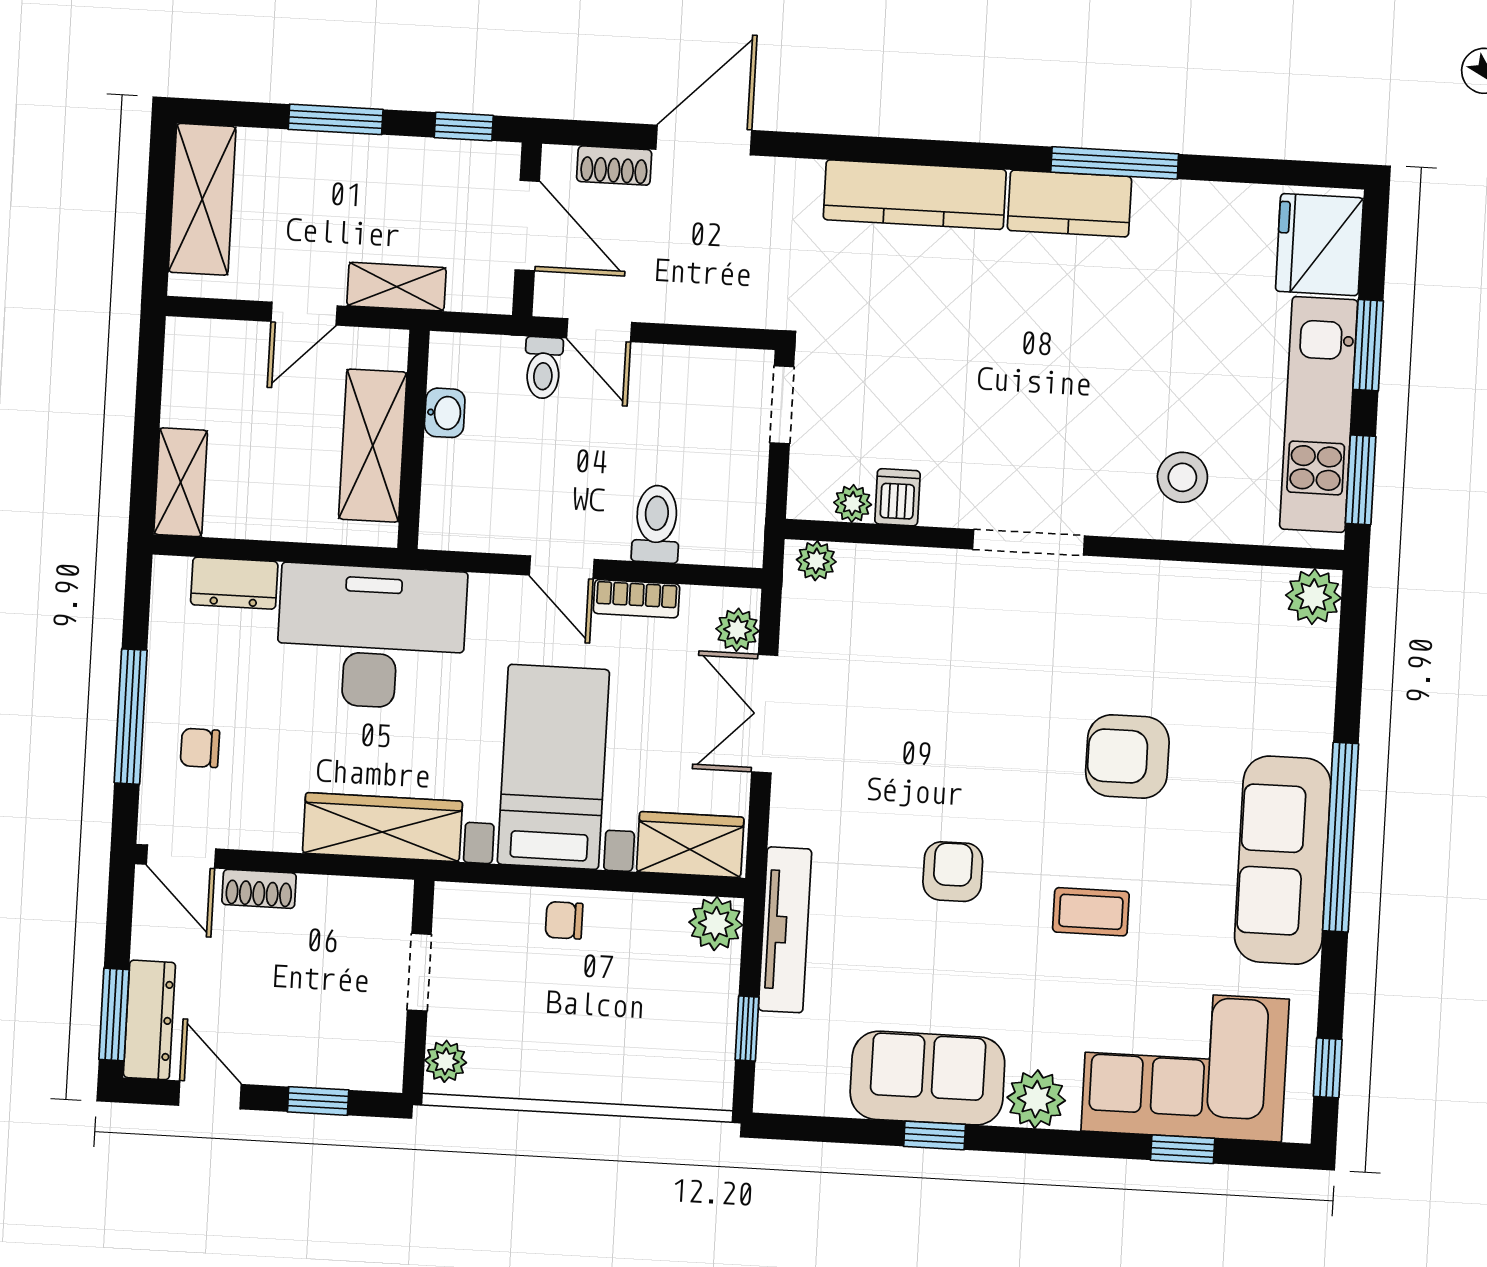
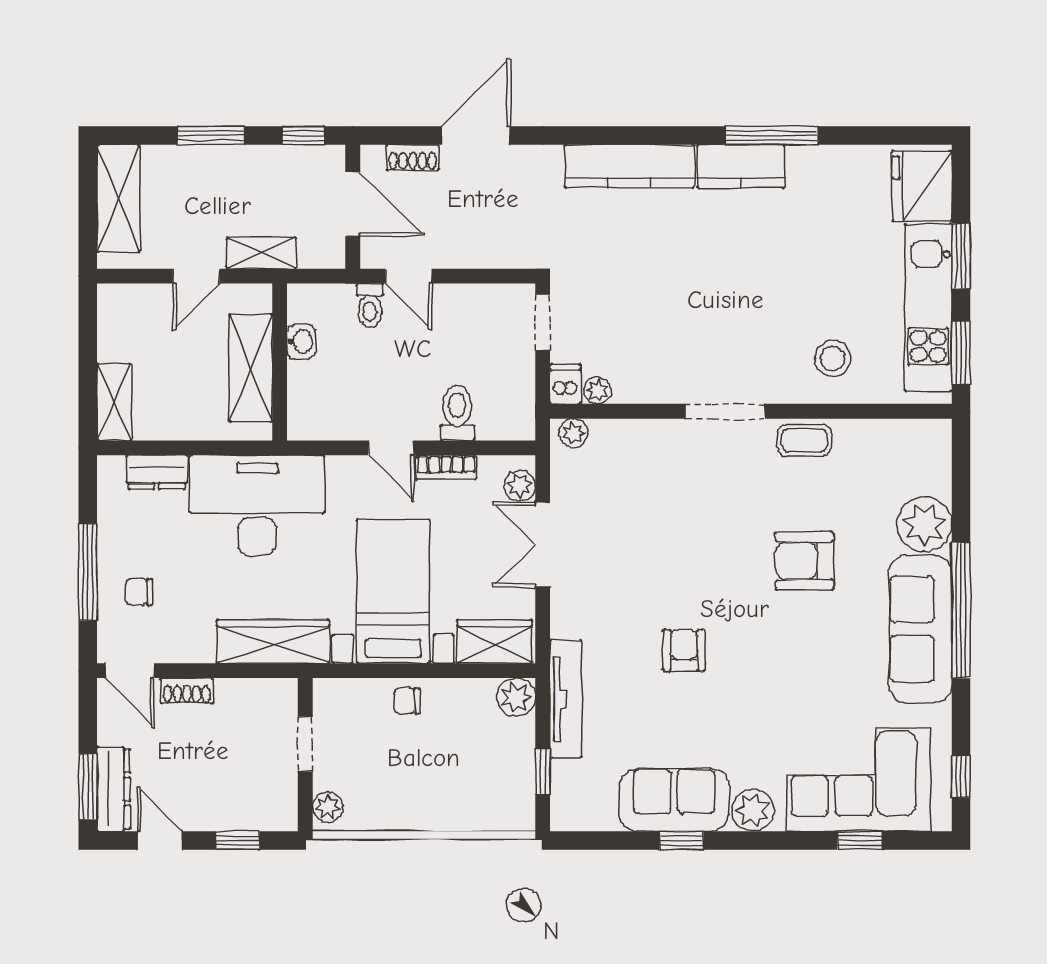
dishwasher: (897, 497) -> (565, 384), moved
plant: (1313, 597) -> (924, 525), moved, width x1.36, depth x1.36
coffee table: (1091, 912) -> (805, 440), moved

